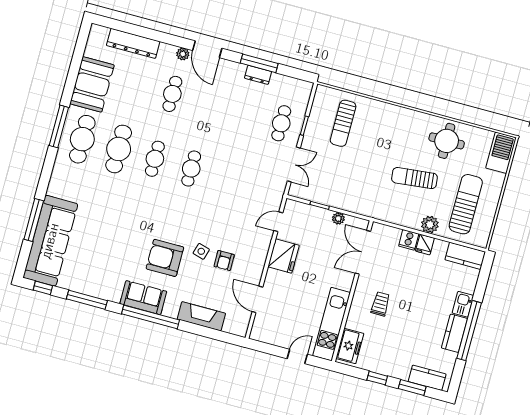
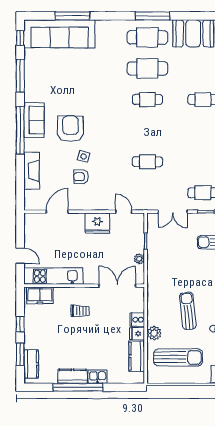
cafe table: (191, 169) -> (147, 162), moved
kitchen counter: (465, 256) -> (137, 356), moved

